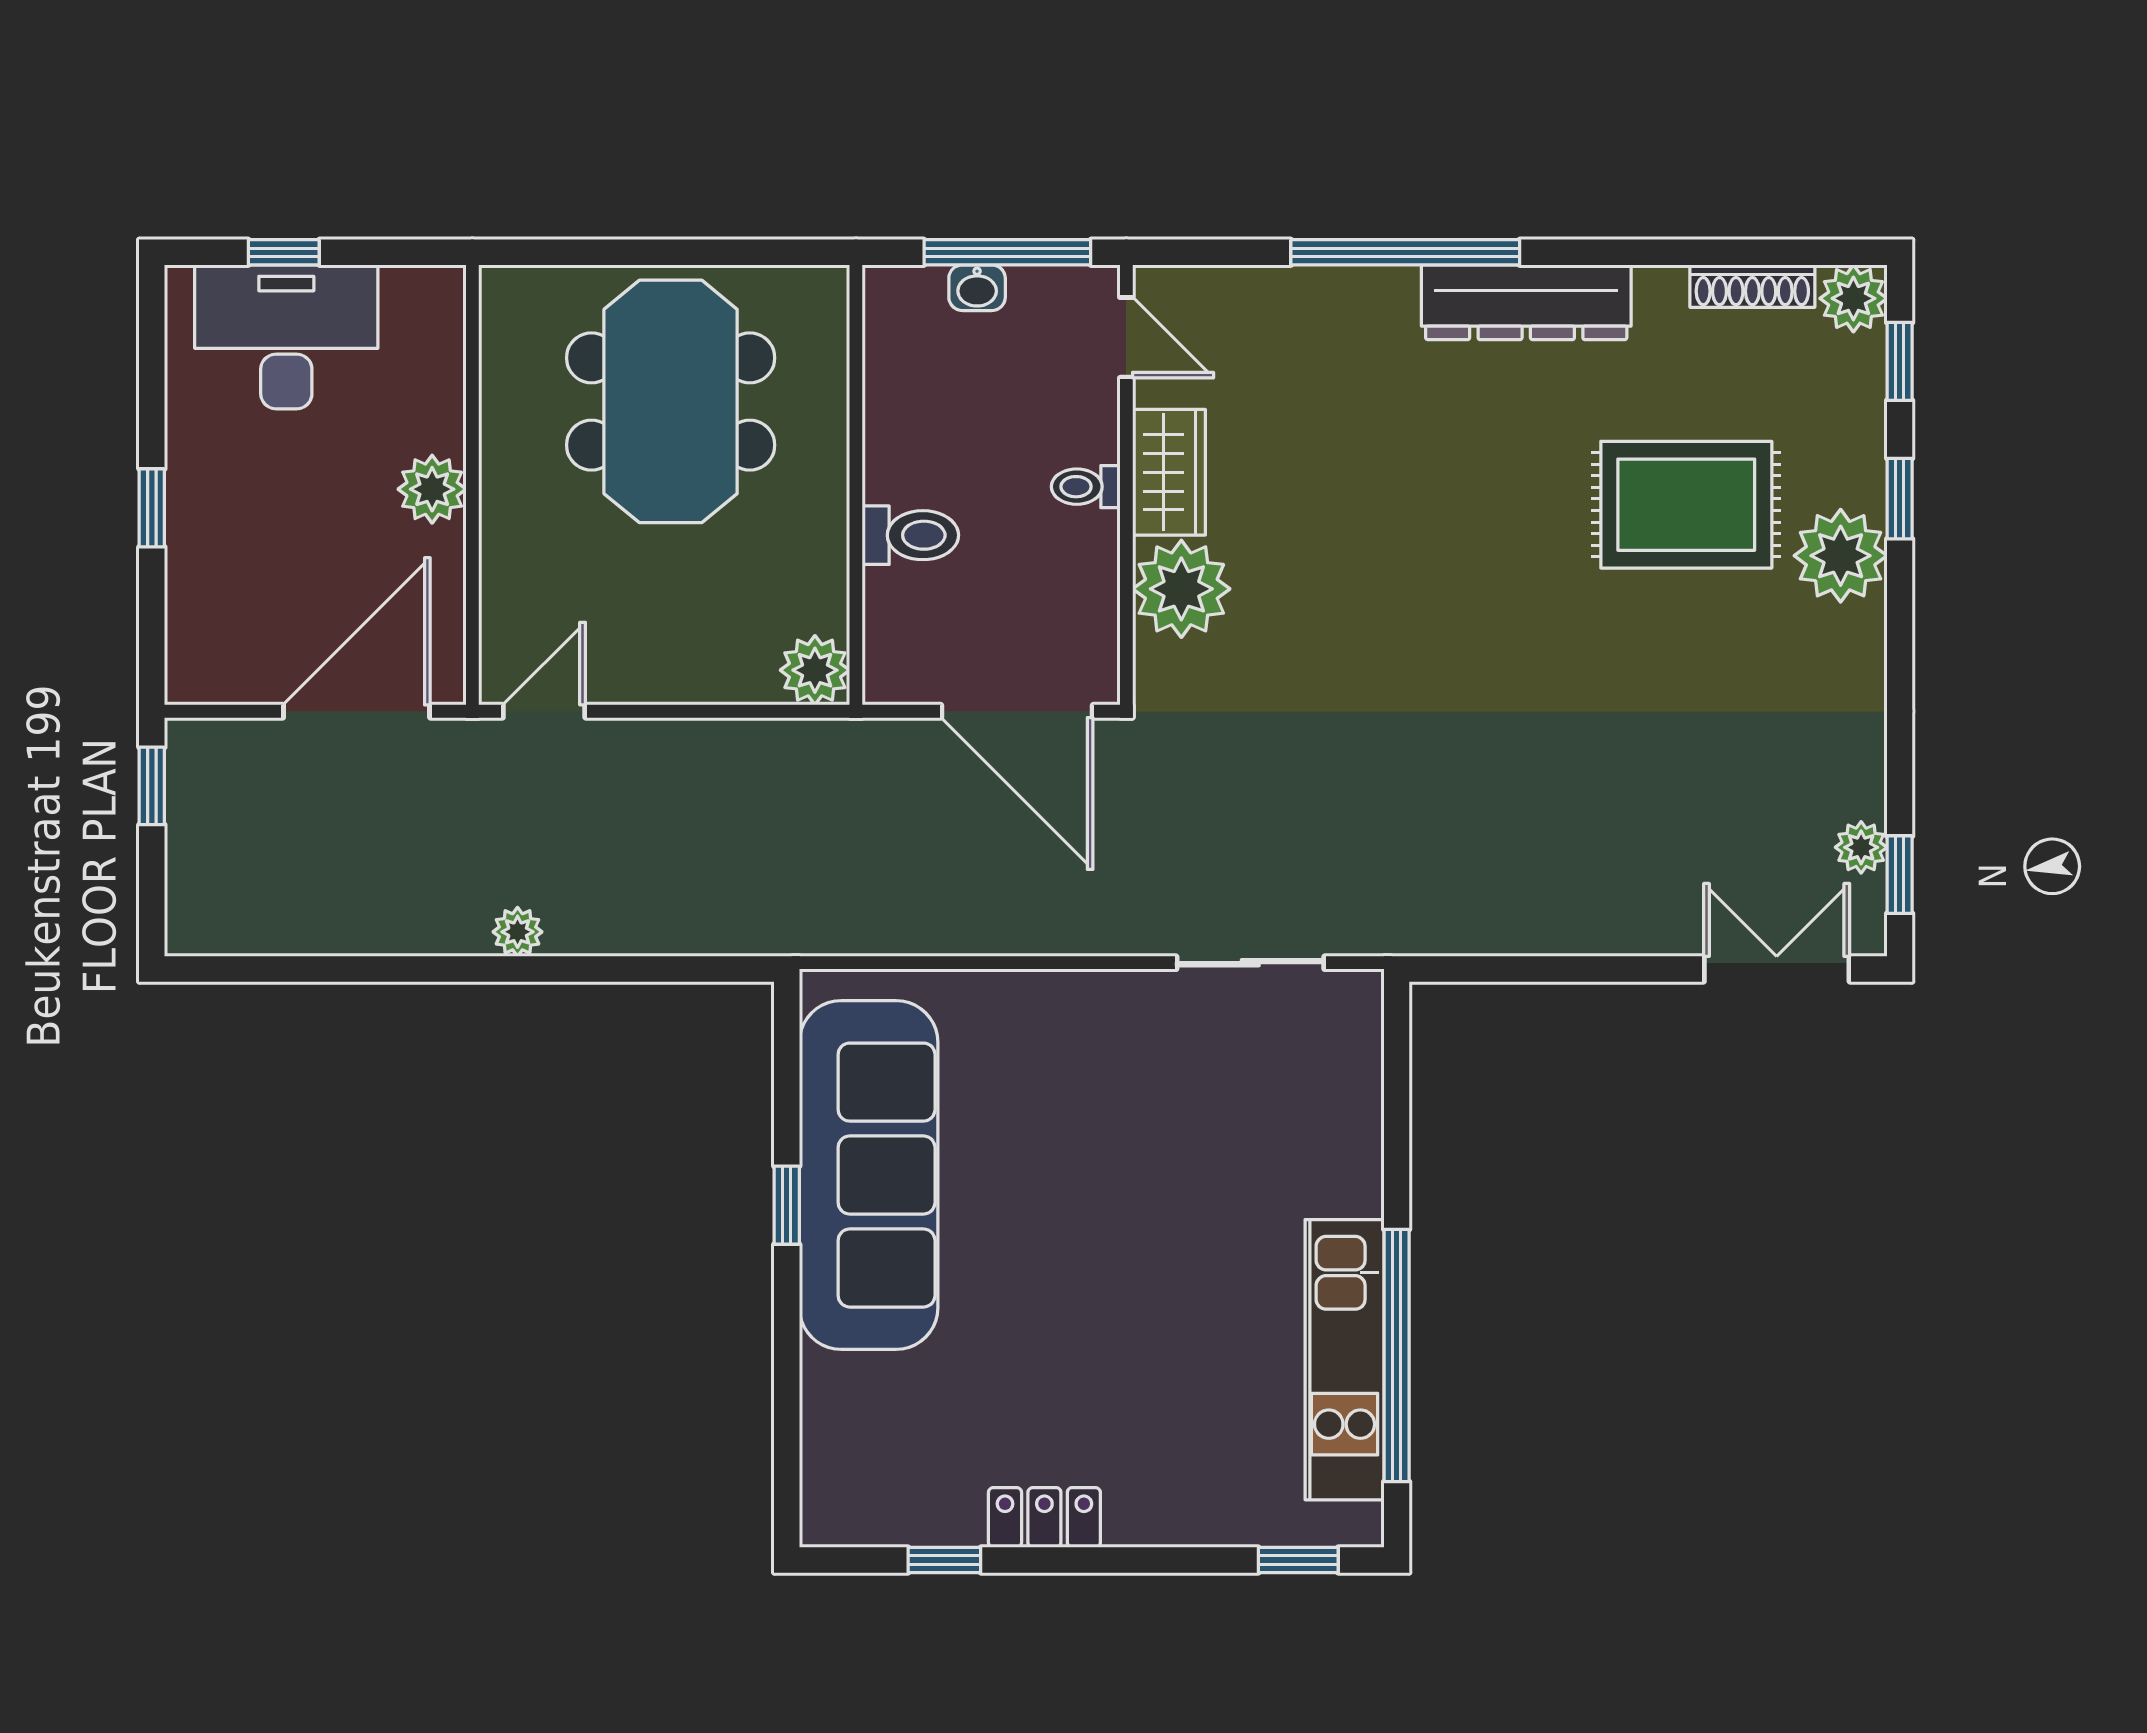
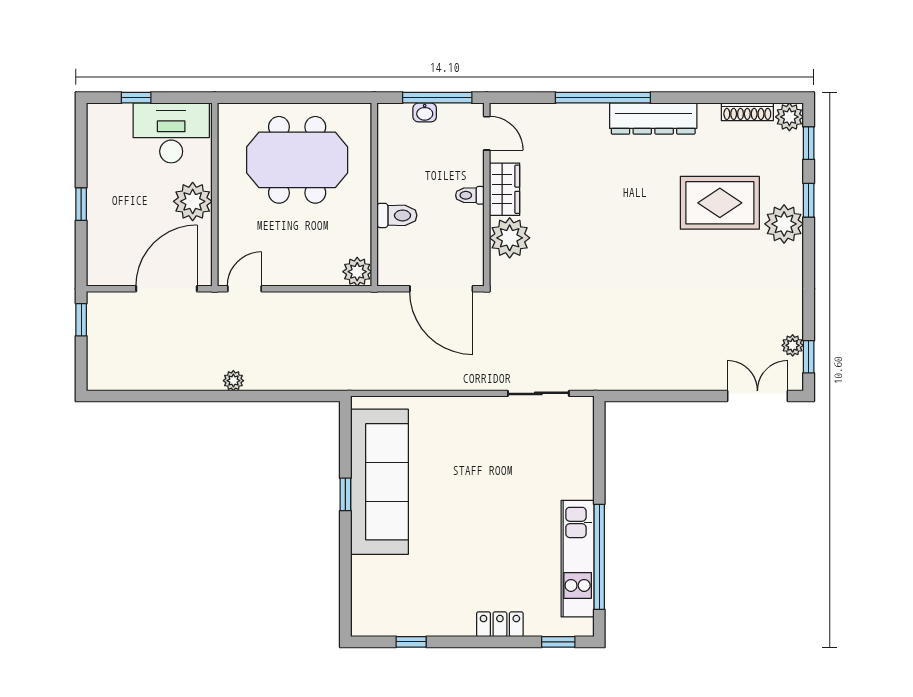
desk: (286, 337) -> (171, 133), moved
meeting table: (671, 401) -> (297, 160), turned 90
plant: (432, 489) -> (193, 201), width x1.36, depth x1.36
locker: (1044, 1518) -> (500, 624), moved

